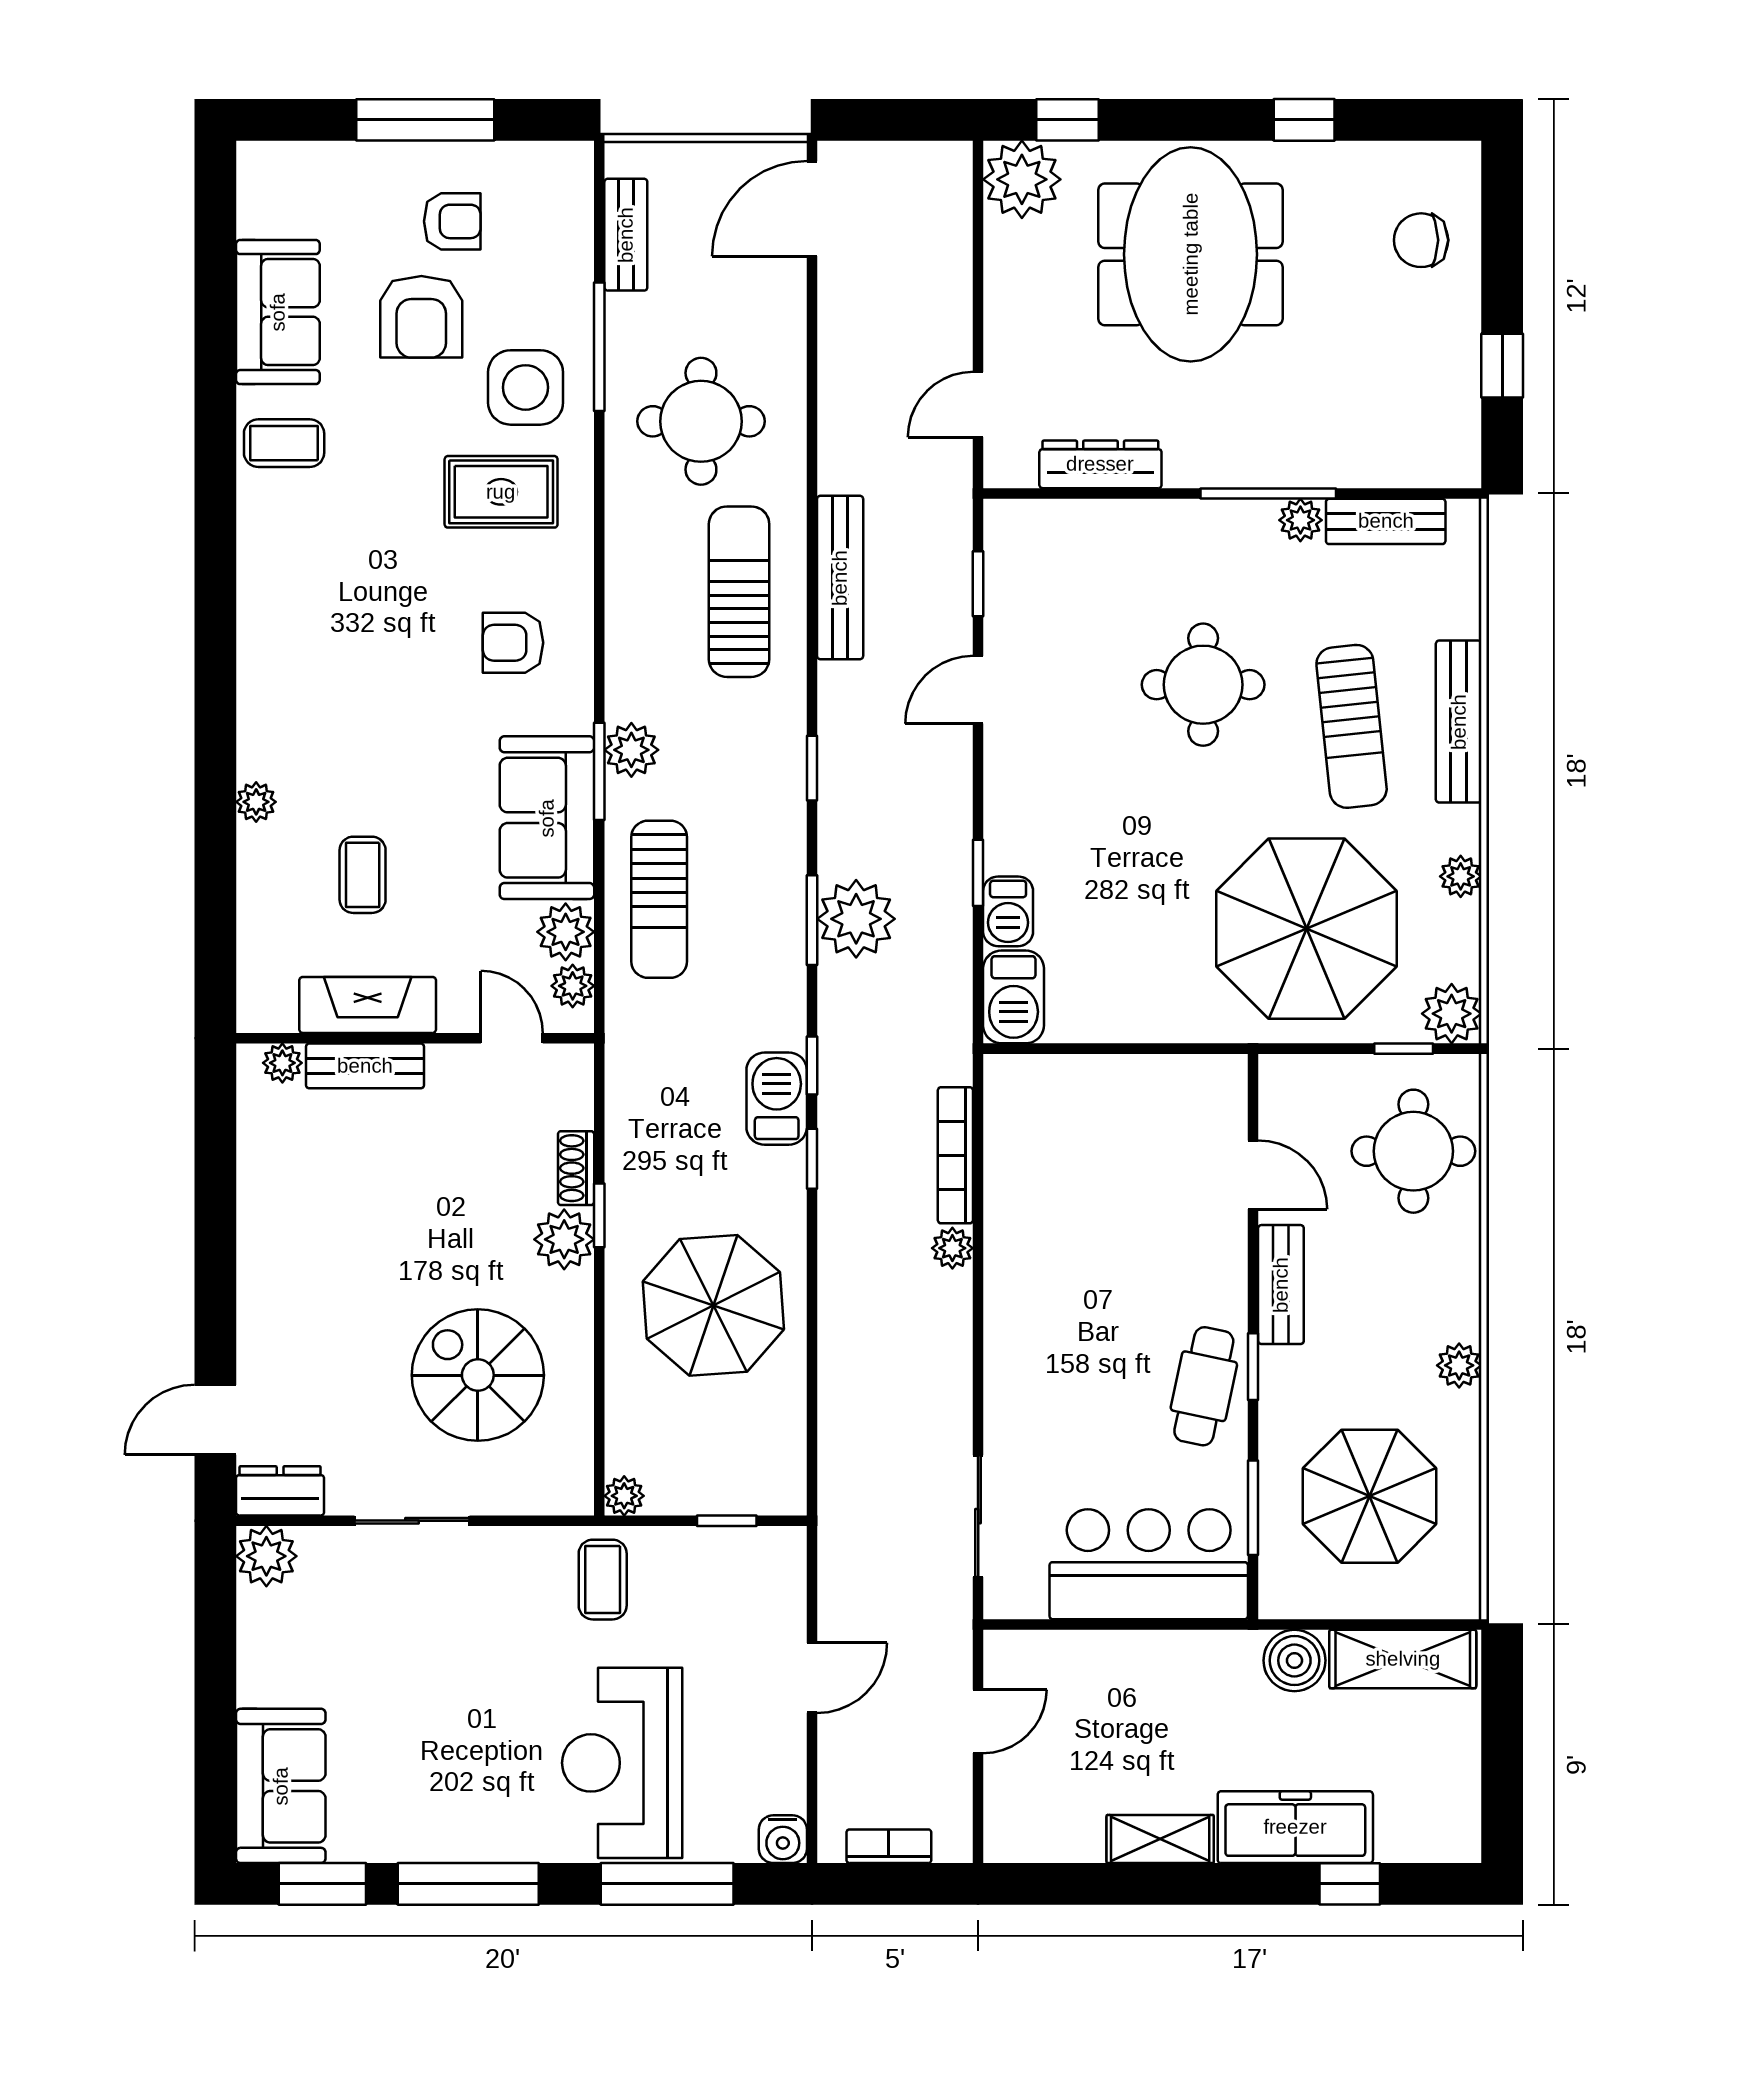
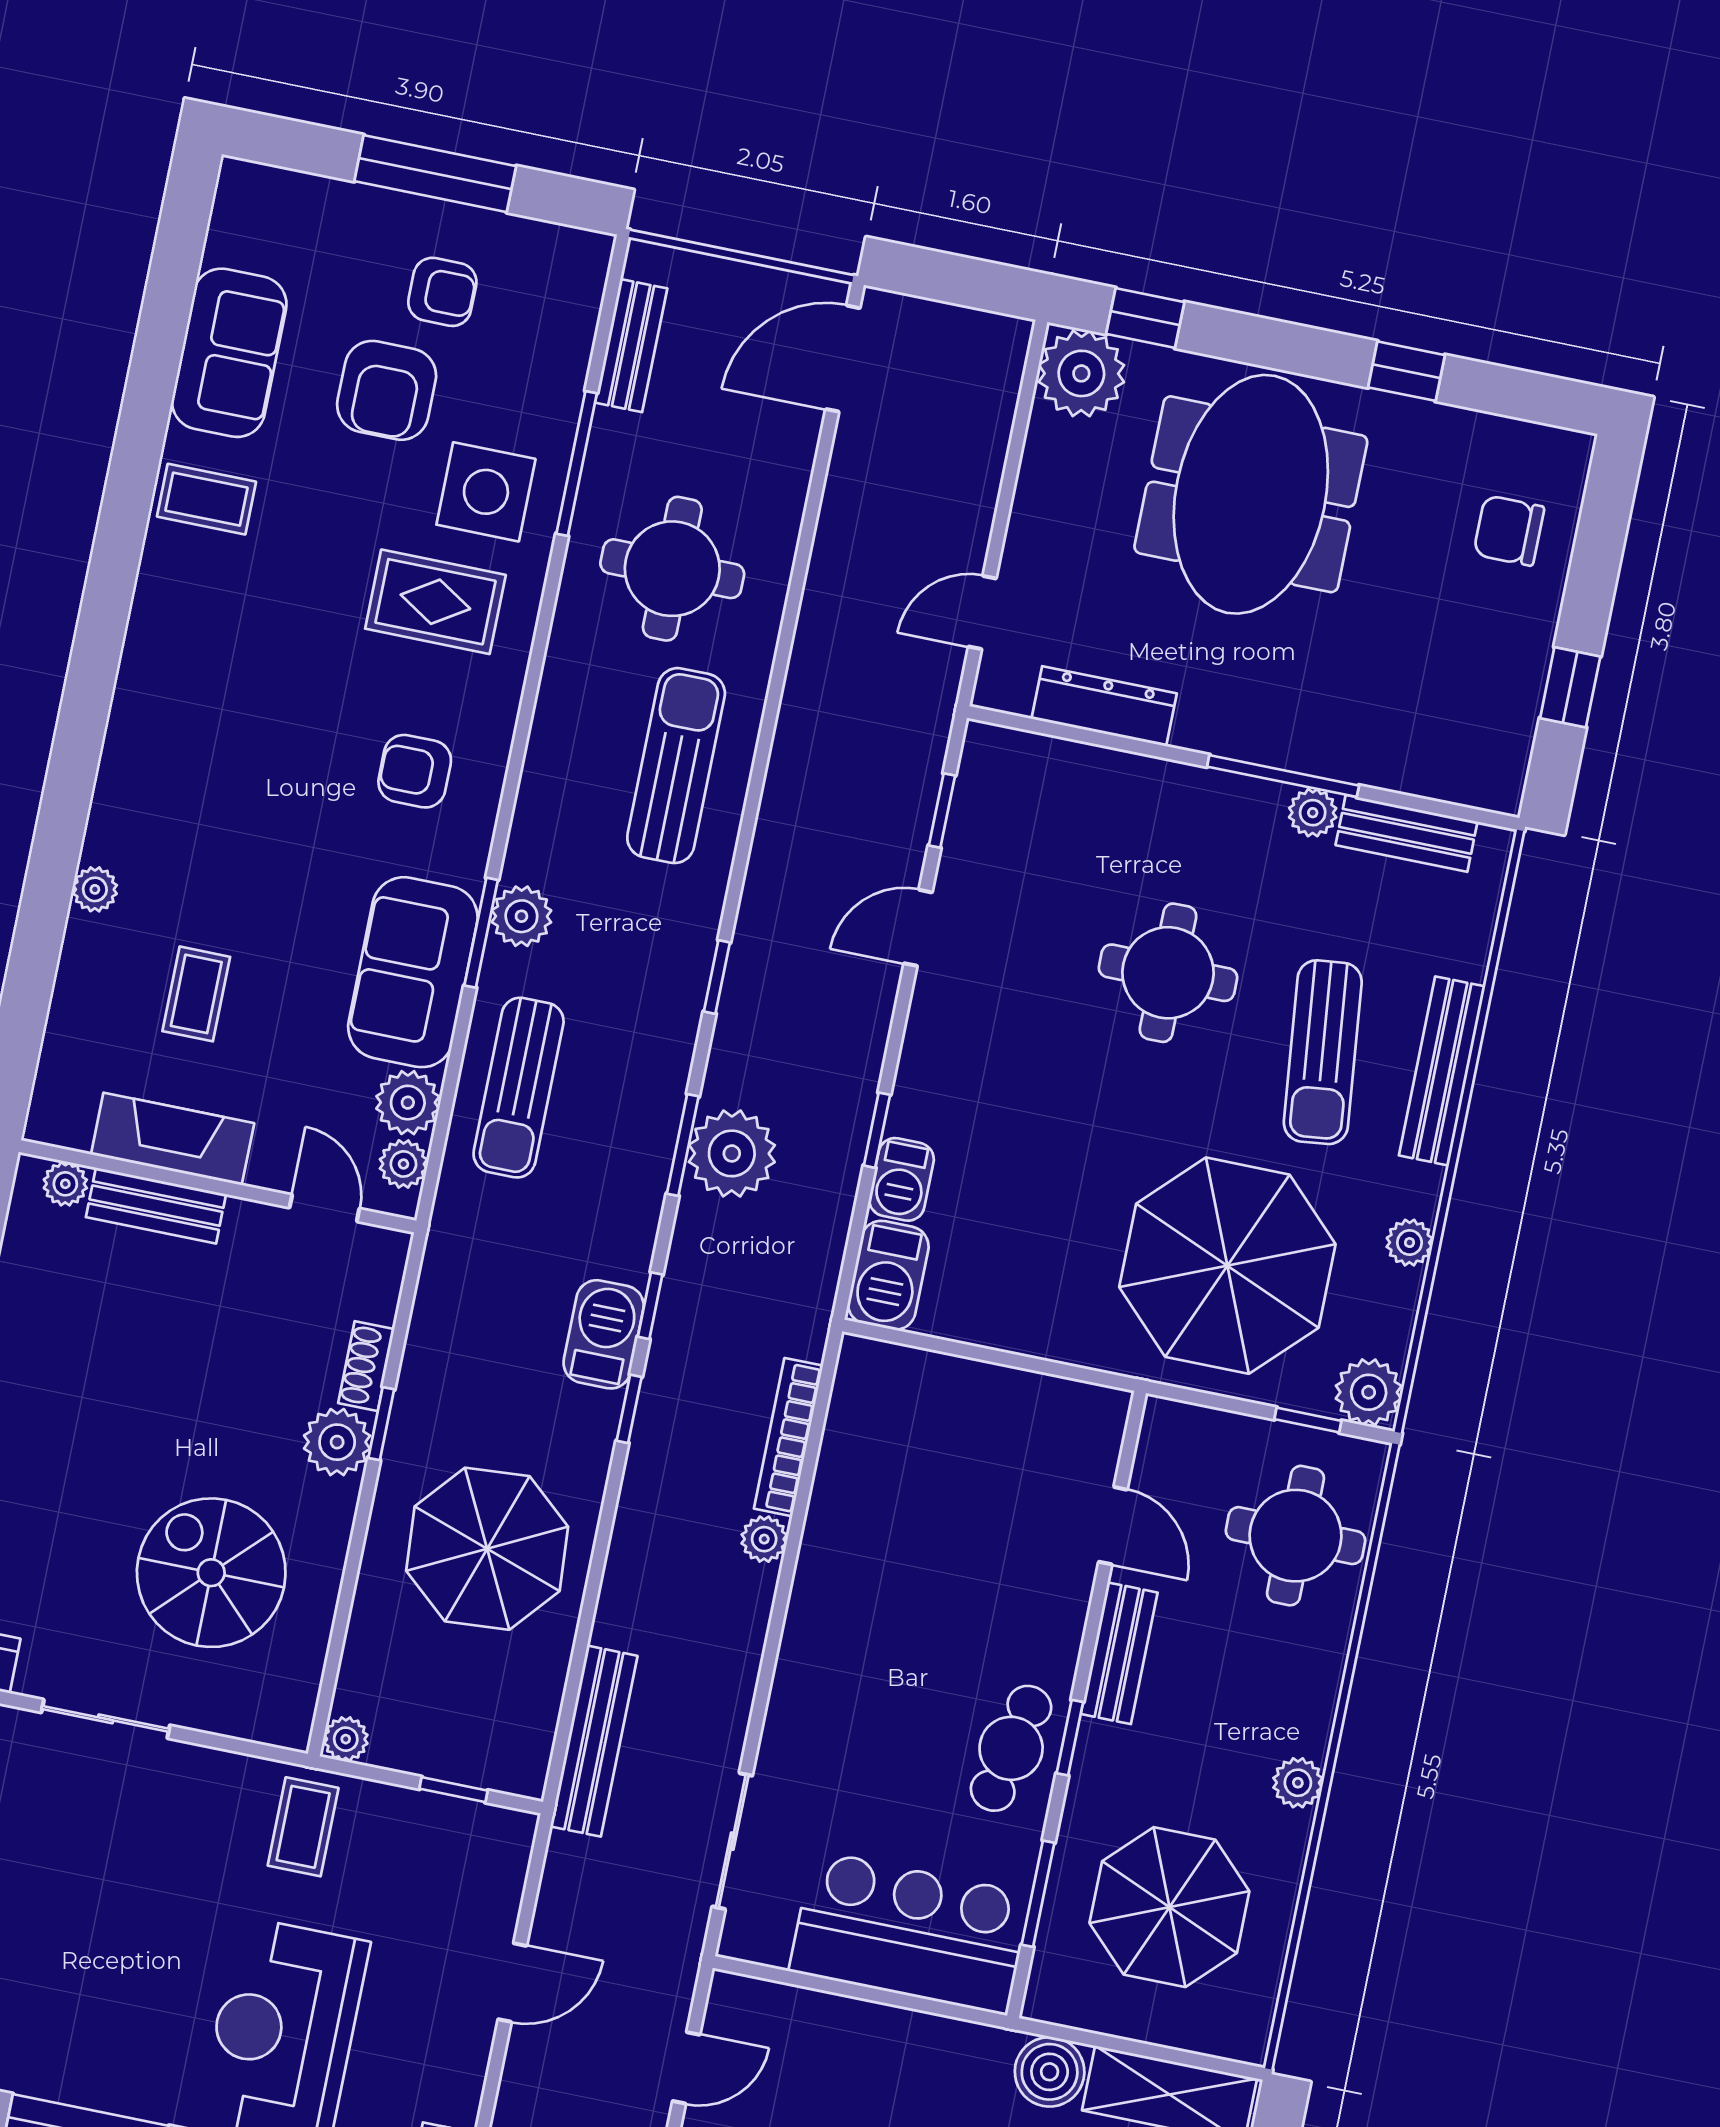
bench: (840, 578) -> (594, 1741), moved

